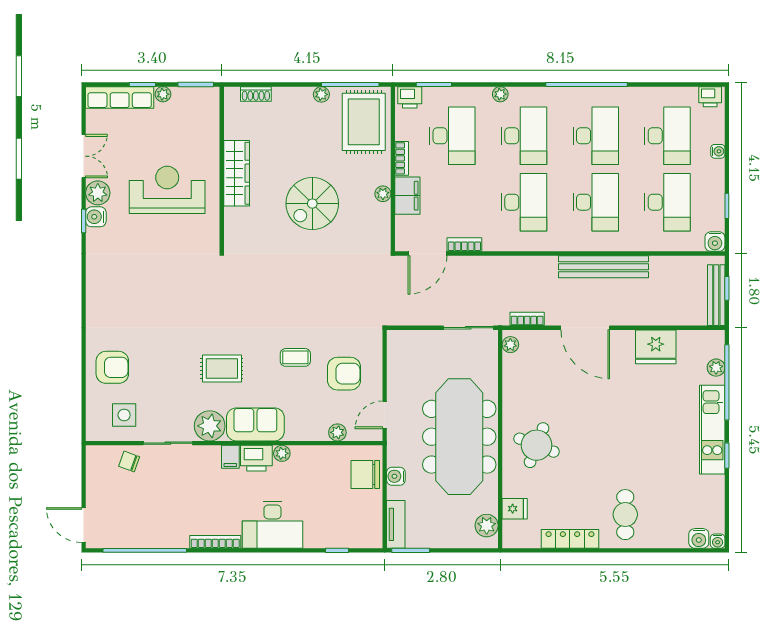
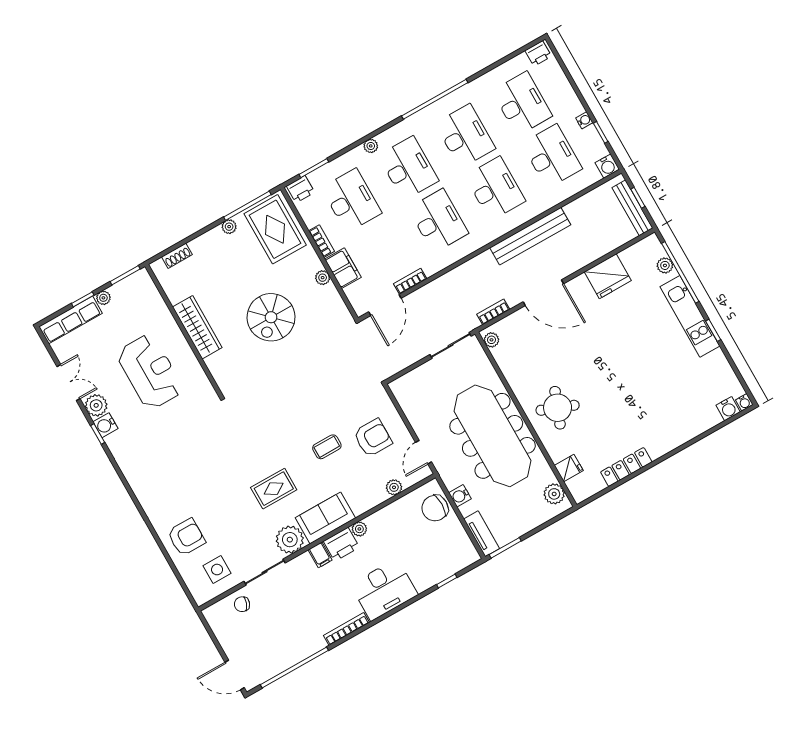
water cooler: (718, 151) -> (584, 120), moved
reception desk: (167, 190) -> (150, 372), turned 90
cafe table: (625, 515) -> (659, 423), removed

